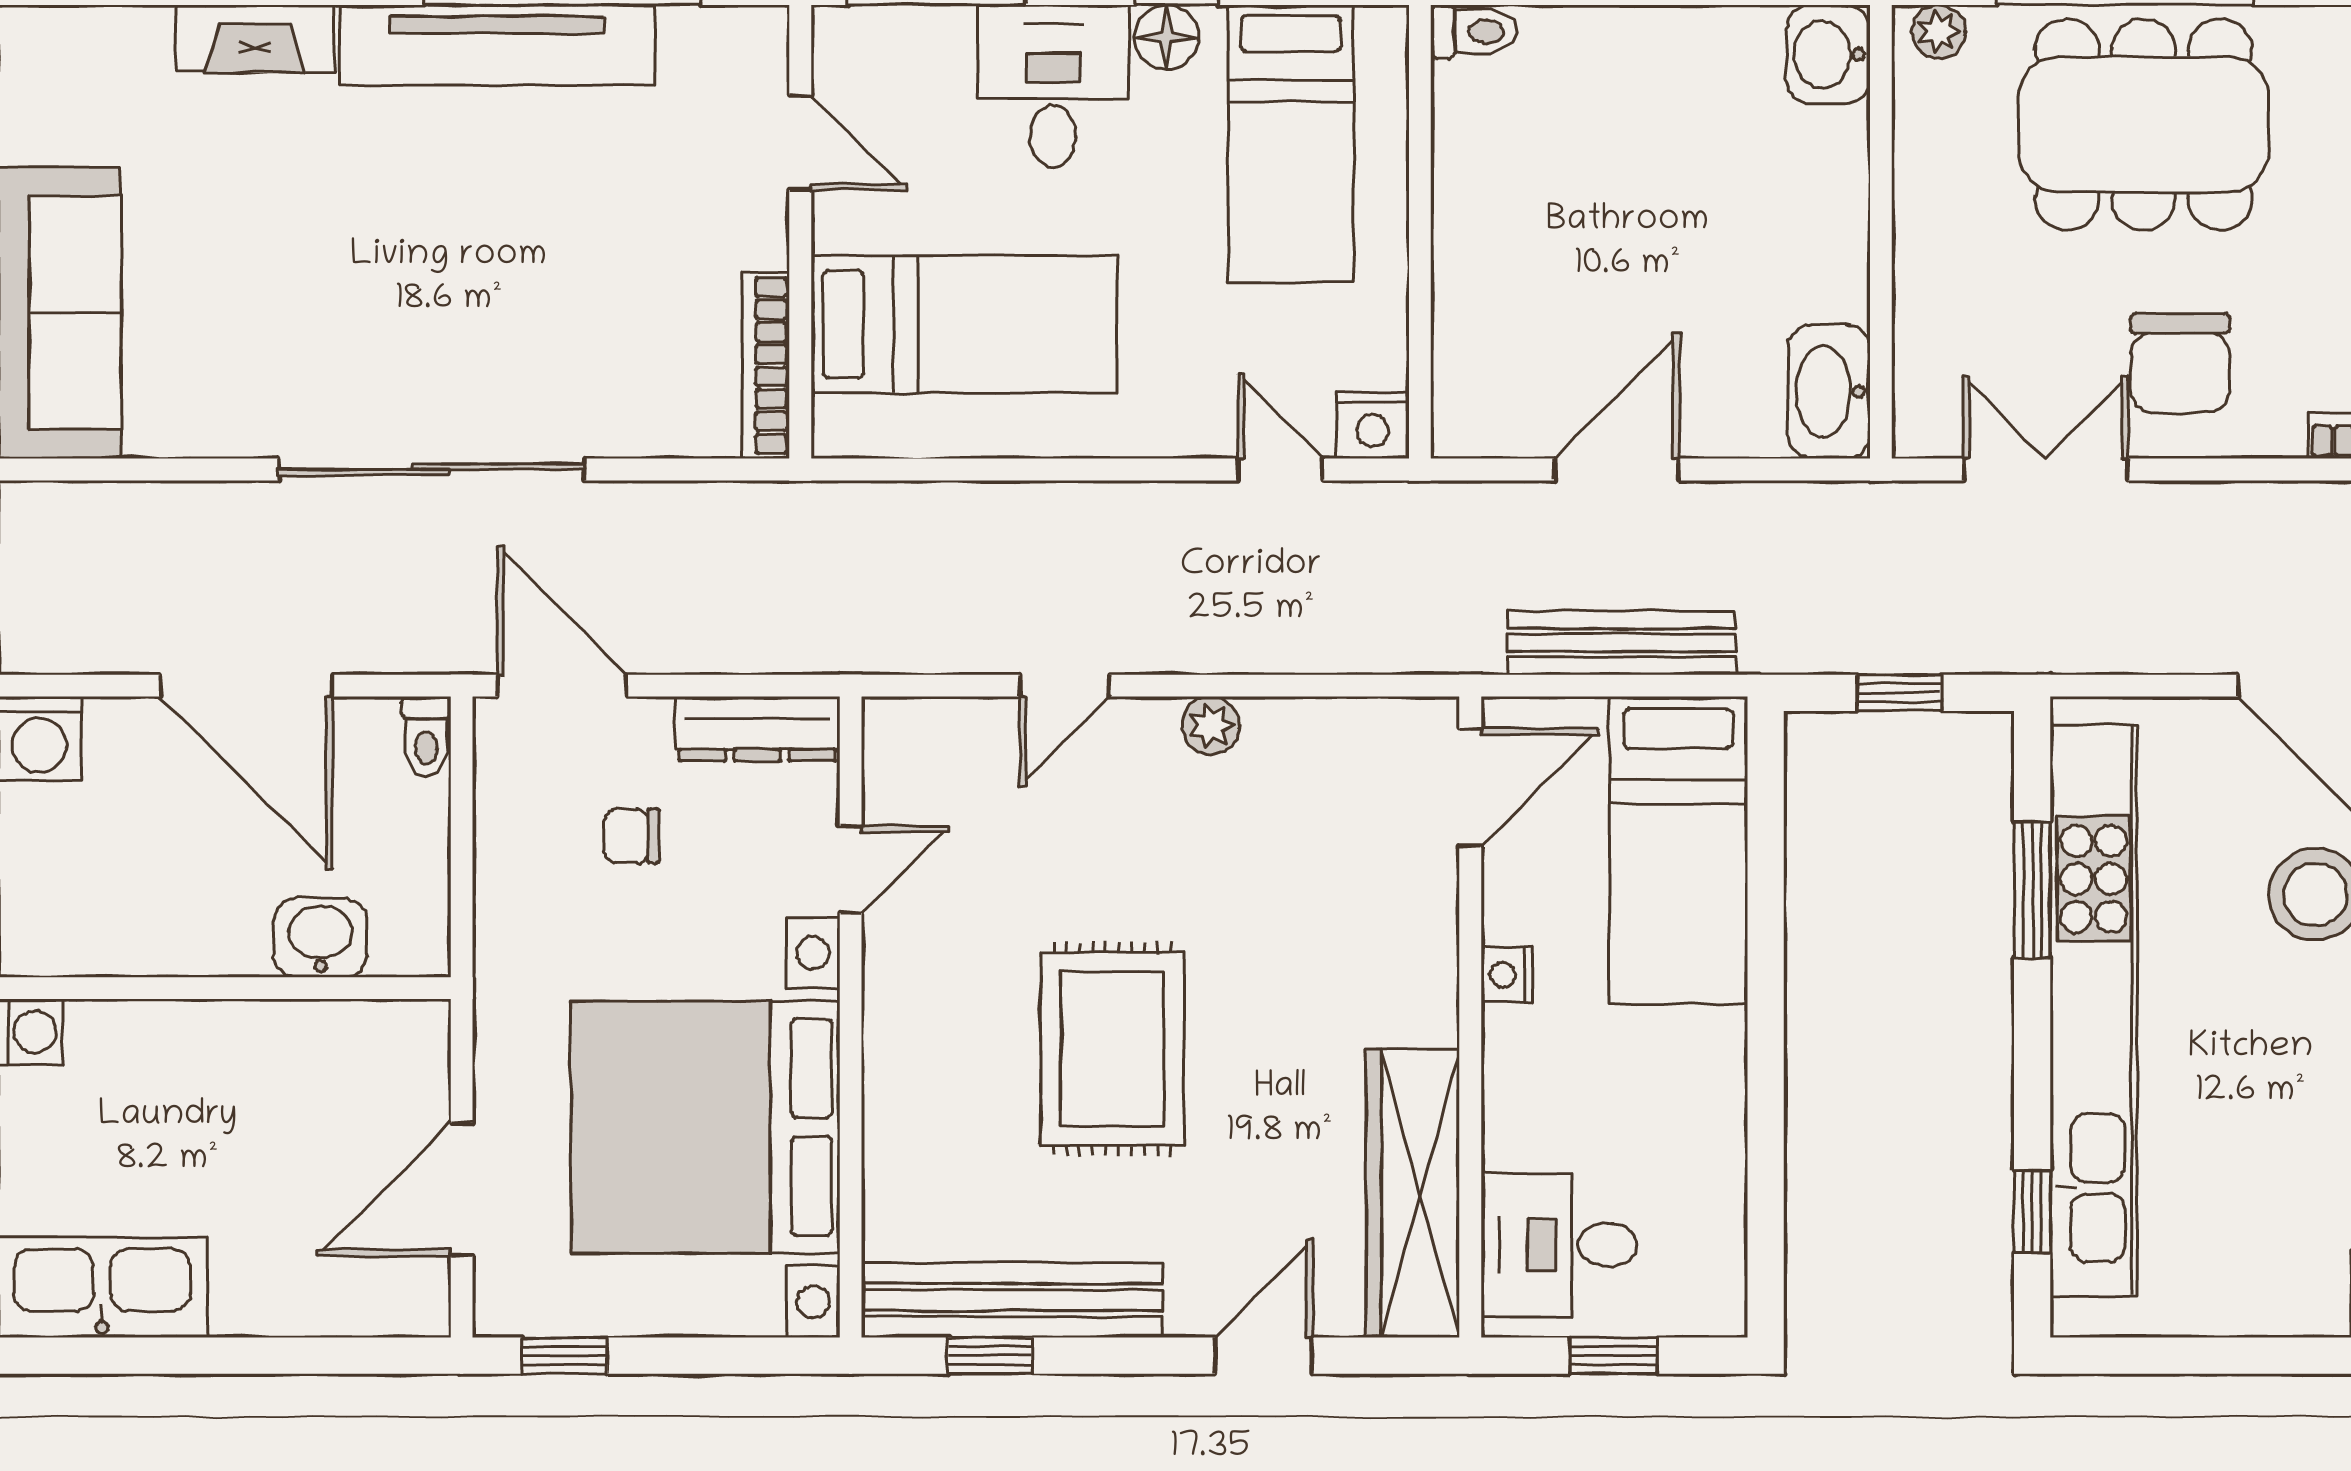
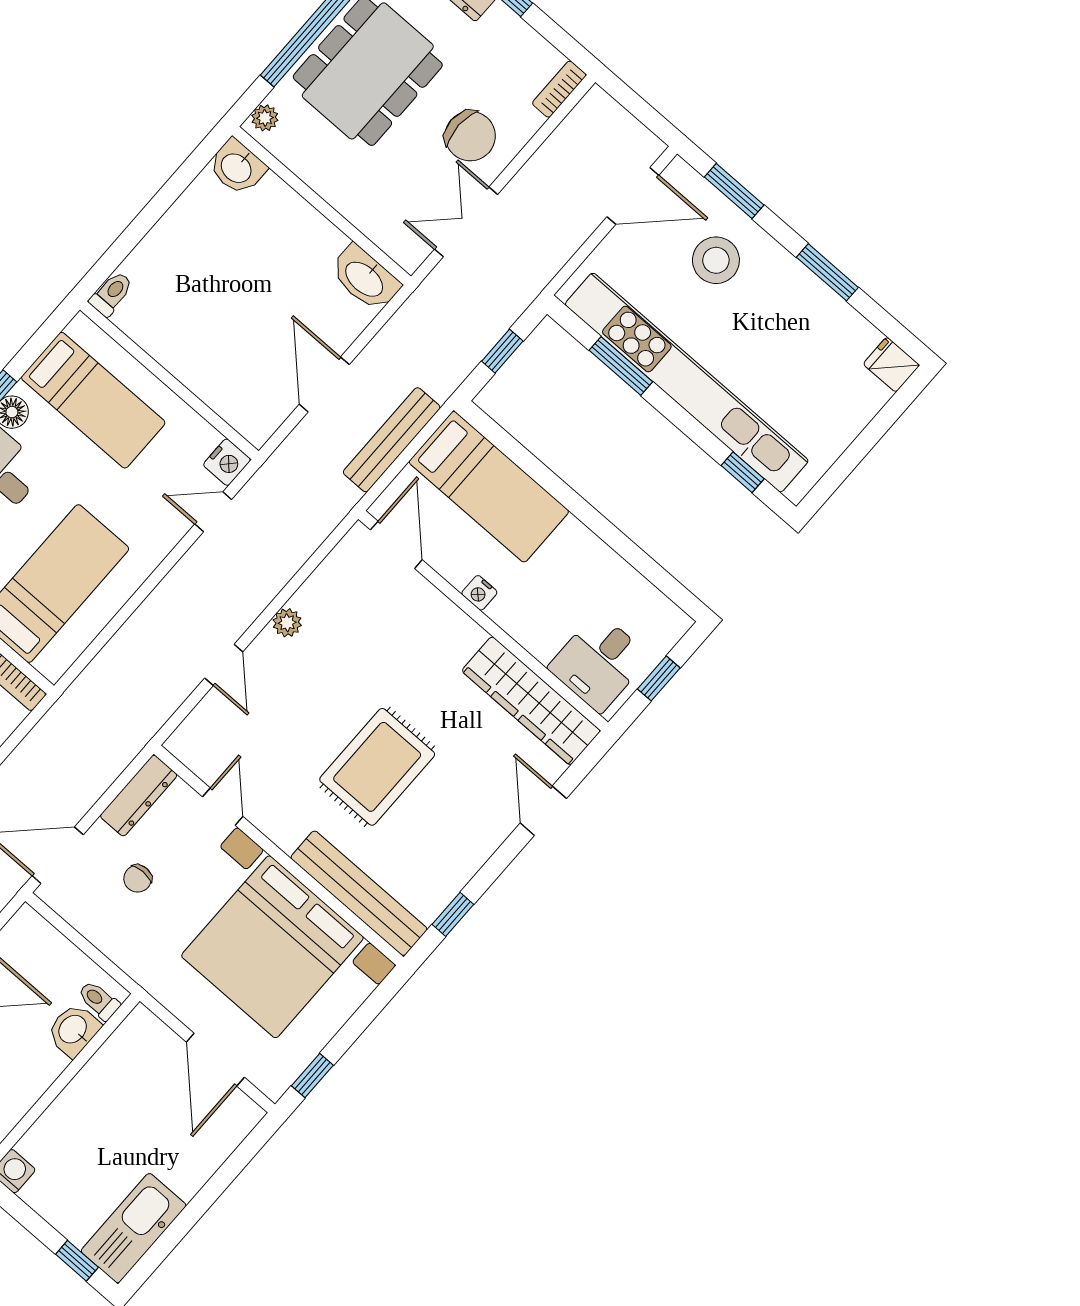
toilet: (426, 737) -> (99, 1000), moved, turned 180
rug: (1112, 1049) -> (377, 767), turned 90
bench: (1012, 1300) -> (359, 893), moved, turned 90

